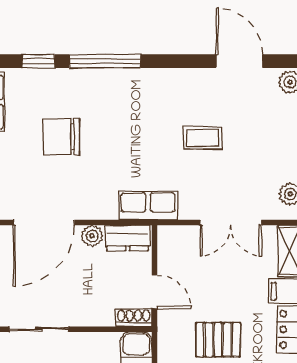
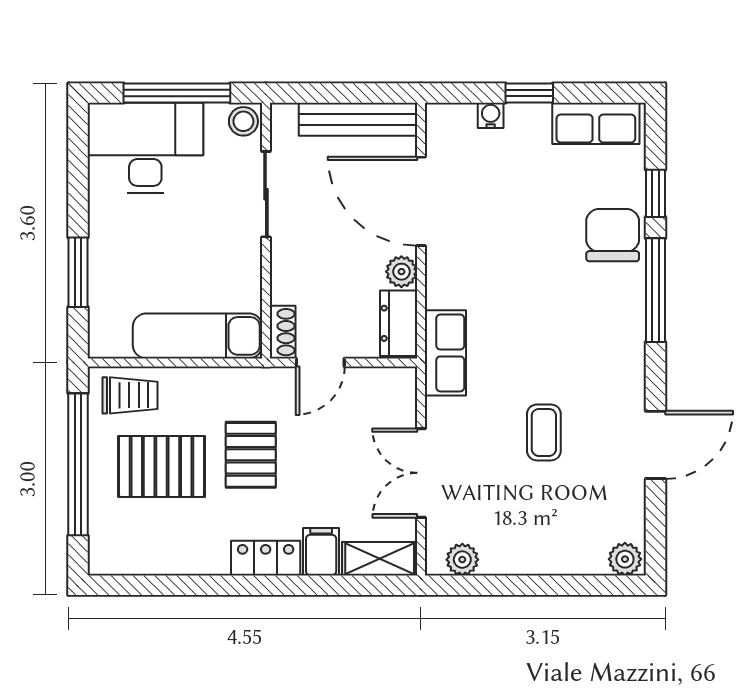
door: (239, 61) -> (655, 445), moved
chair: (62, 137) -> (613, 235), moved

